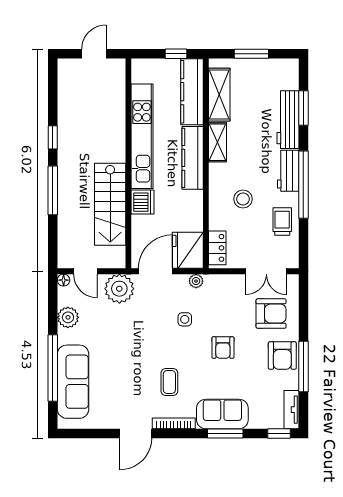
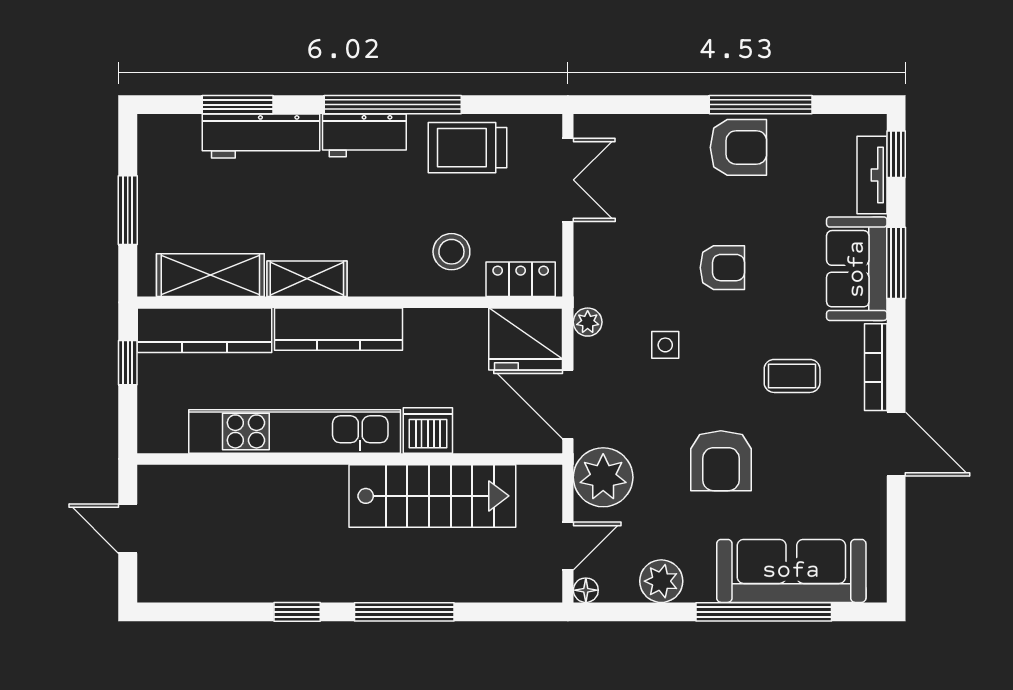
stool: (243, 199) -> (451, 252), moved
trolley: (282, 222) -> (467, 148), width x1.36, depth x1.39
armchair: (271, 314) -> (721, 461), moved, turned 180
tv unit: (292, 410) -> (872, 175), moved, turned 90

